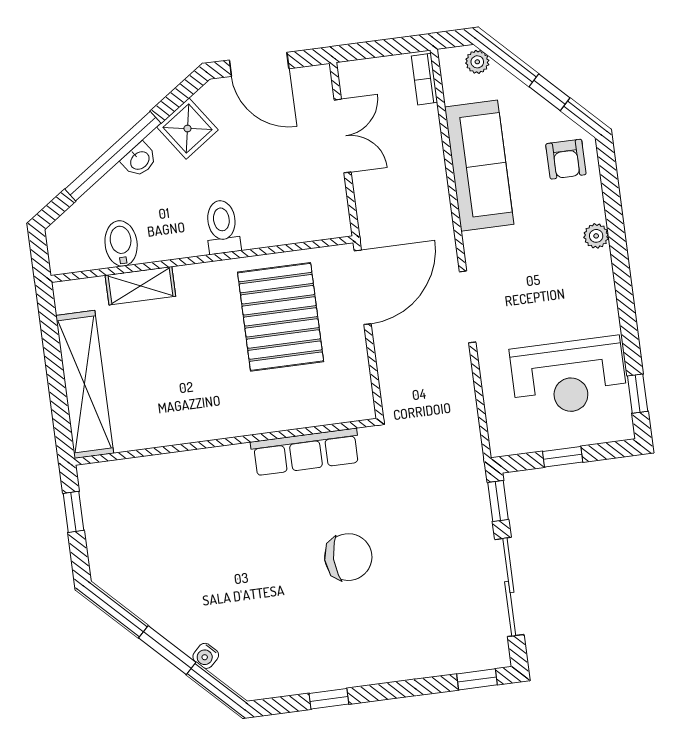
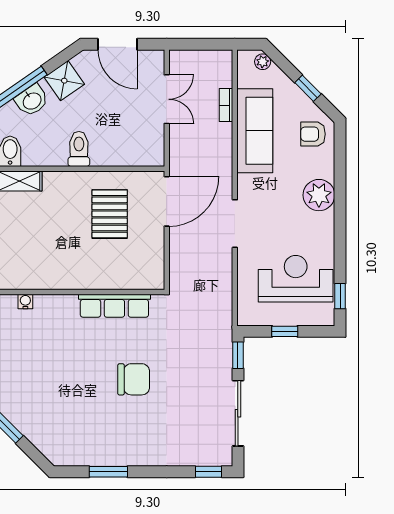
bookcase: (424, 79) -> (226, 105), moved
armchair: (566, 159) -> (313, 134), turned 90
washbasin: (139, 160) -> (32, 100), width x1.38, depth x1.45
plant: (596, 236) -> (319, 195), width x1.87, depth x1.87
pallet: (281, 317) -> (110, 214), width x0.73, depth x0.71
reception desk: (569, 377) -> (296, 279), turned 180
water cooler: (206, 656) -> (25, 301), moved, turned 135
window: (329, 699) -> (108, 472), width x1.50

